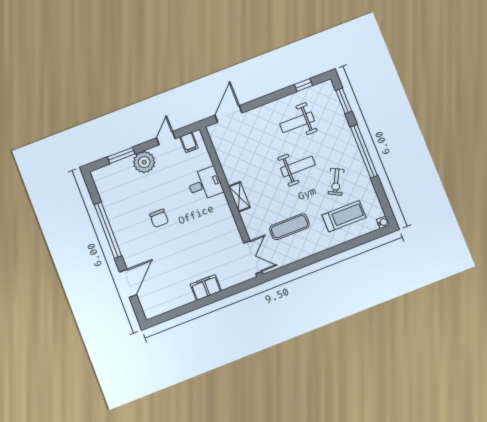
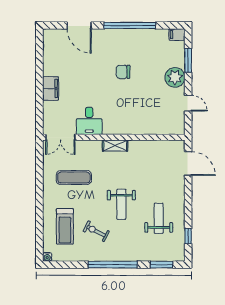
filing cabinet: (189, 142) -> (177, 35), moved
desk: (205, 184) -> (89, 121), moved
exercise mat: (289, 227) -> (74, 178), turned 90

